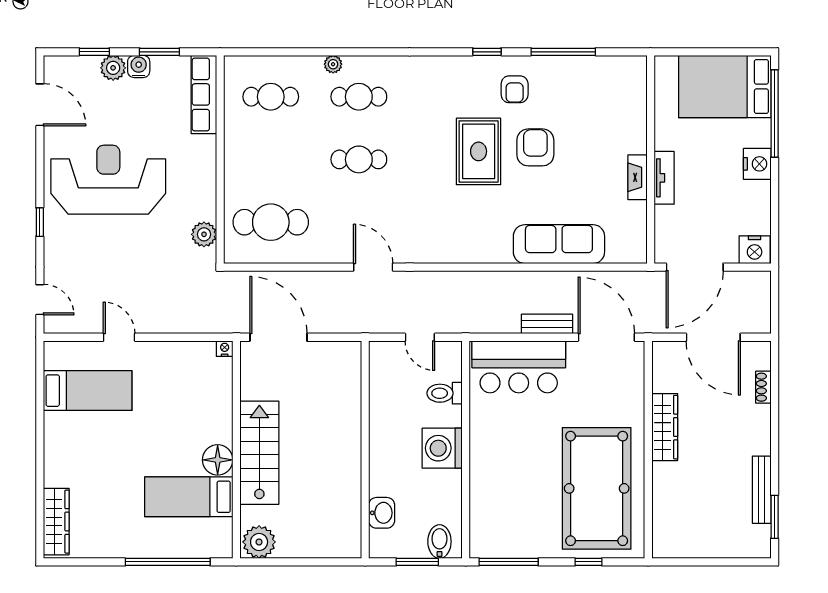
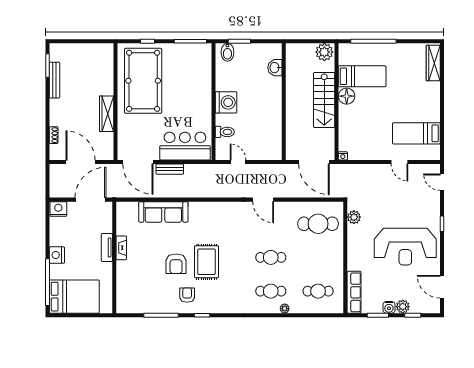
wall: (365, 450) -> (284, 102), moved
washbasin: (382, 513) -> (275, 68), moved

